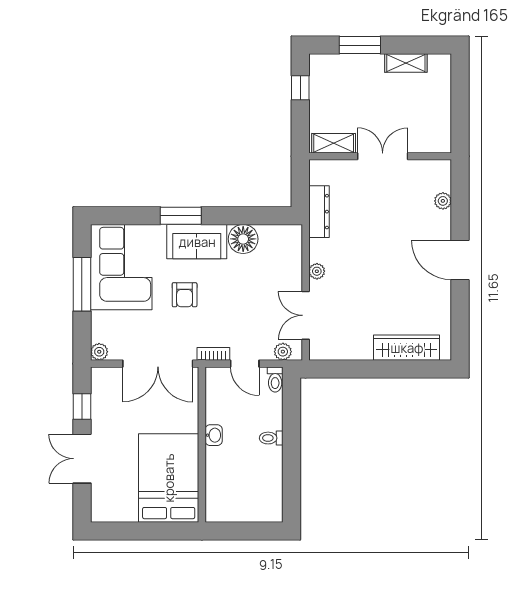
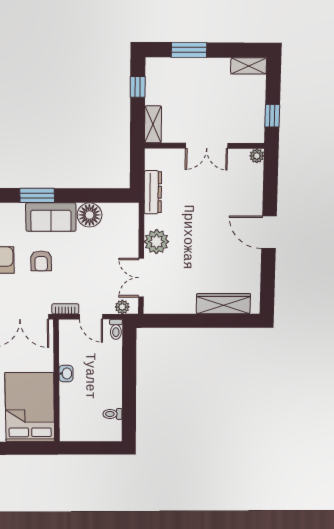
shelving: (406, 63) -> (249, 66), moved
window: (460, 121) -> (272, 116), added
shelving: (334, 143) -> (153, 124), moved, turned 90
double door: (383, 156) -> (207, 146), swing flipped
plant: (443, 201) -> (257, 156), moved
plant: (317, 271) -> (156, 242), width x1.88, depth x1.88
toilet: (271, 438) -> (113, 414), moved

